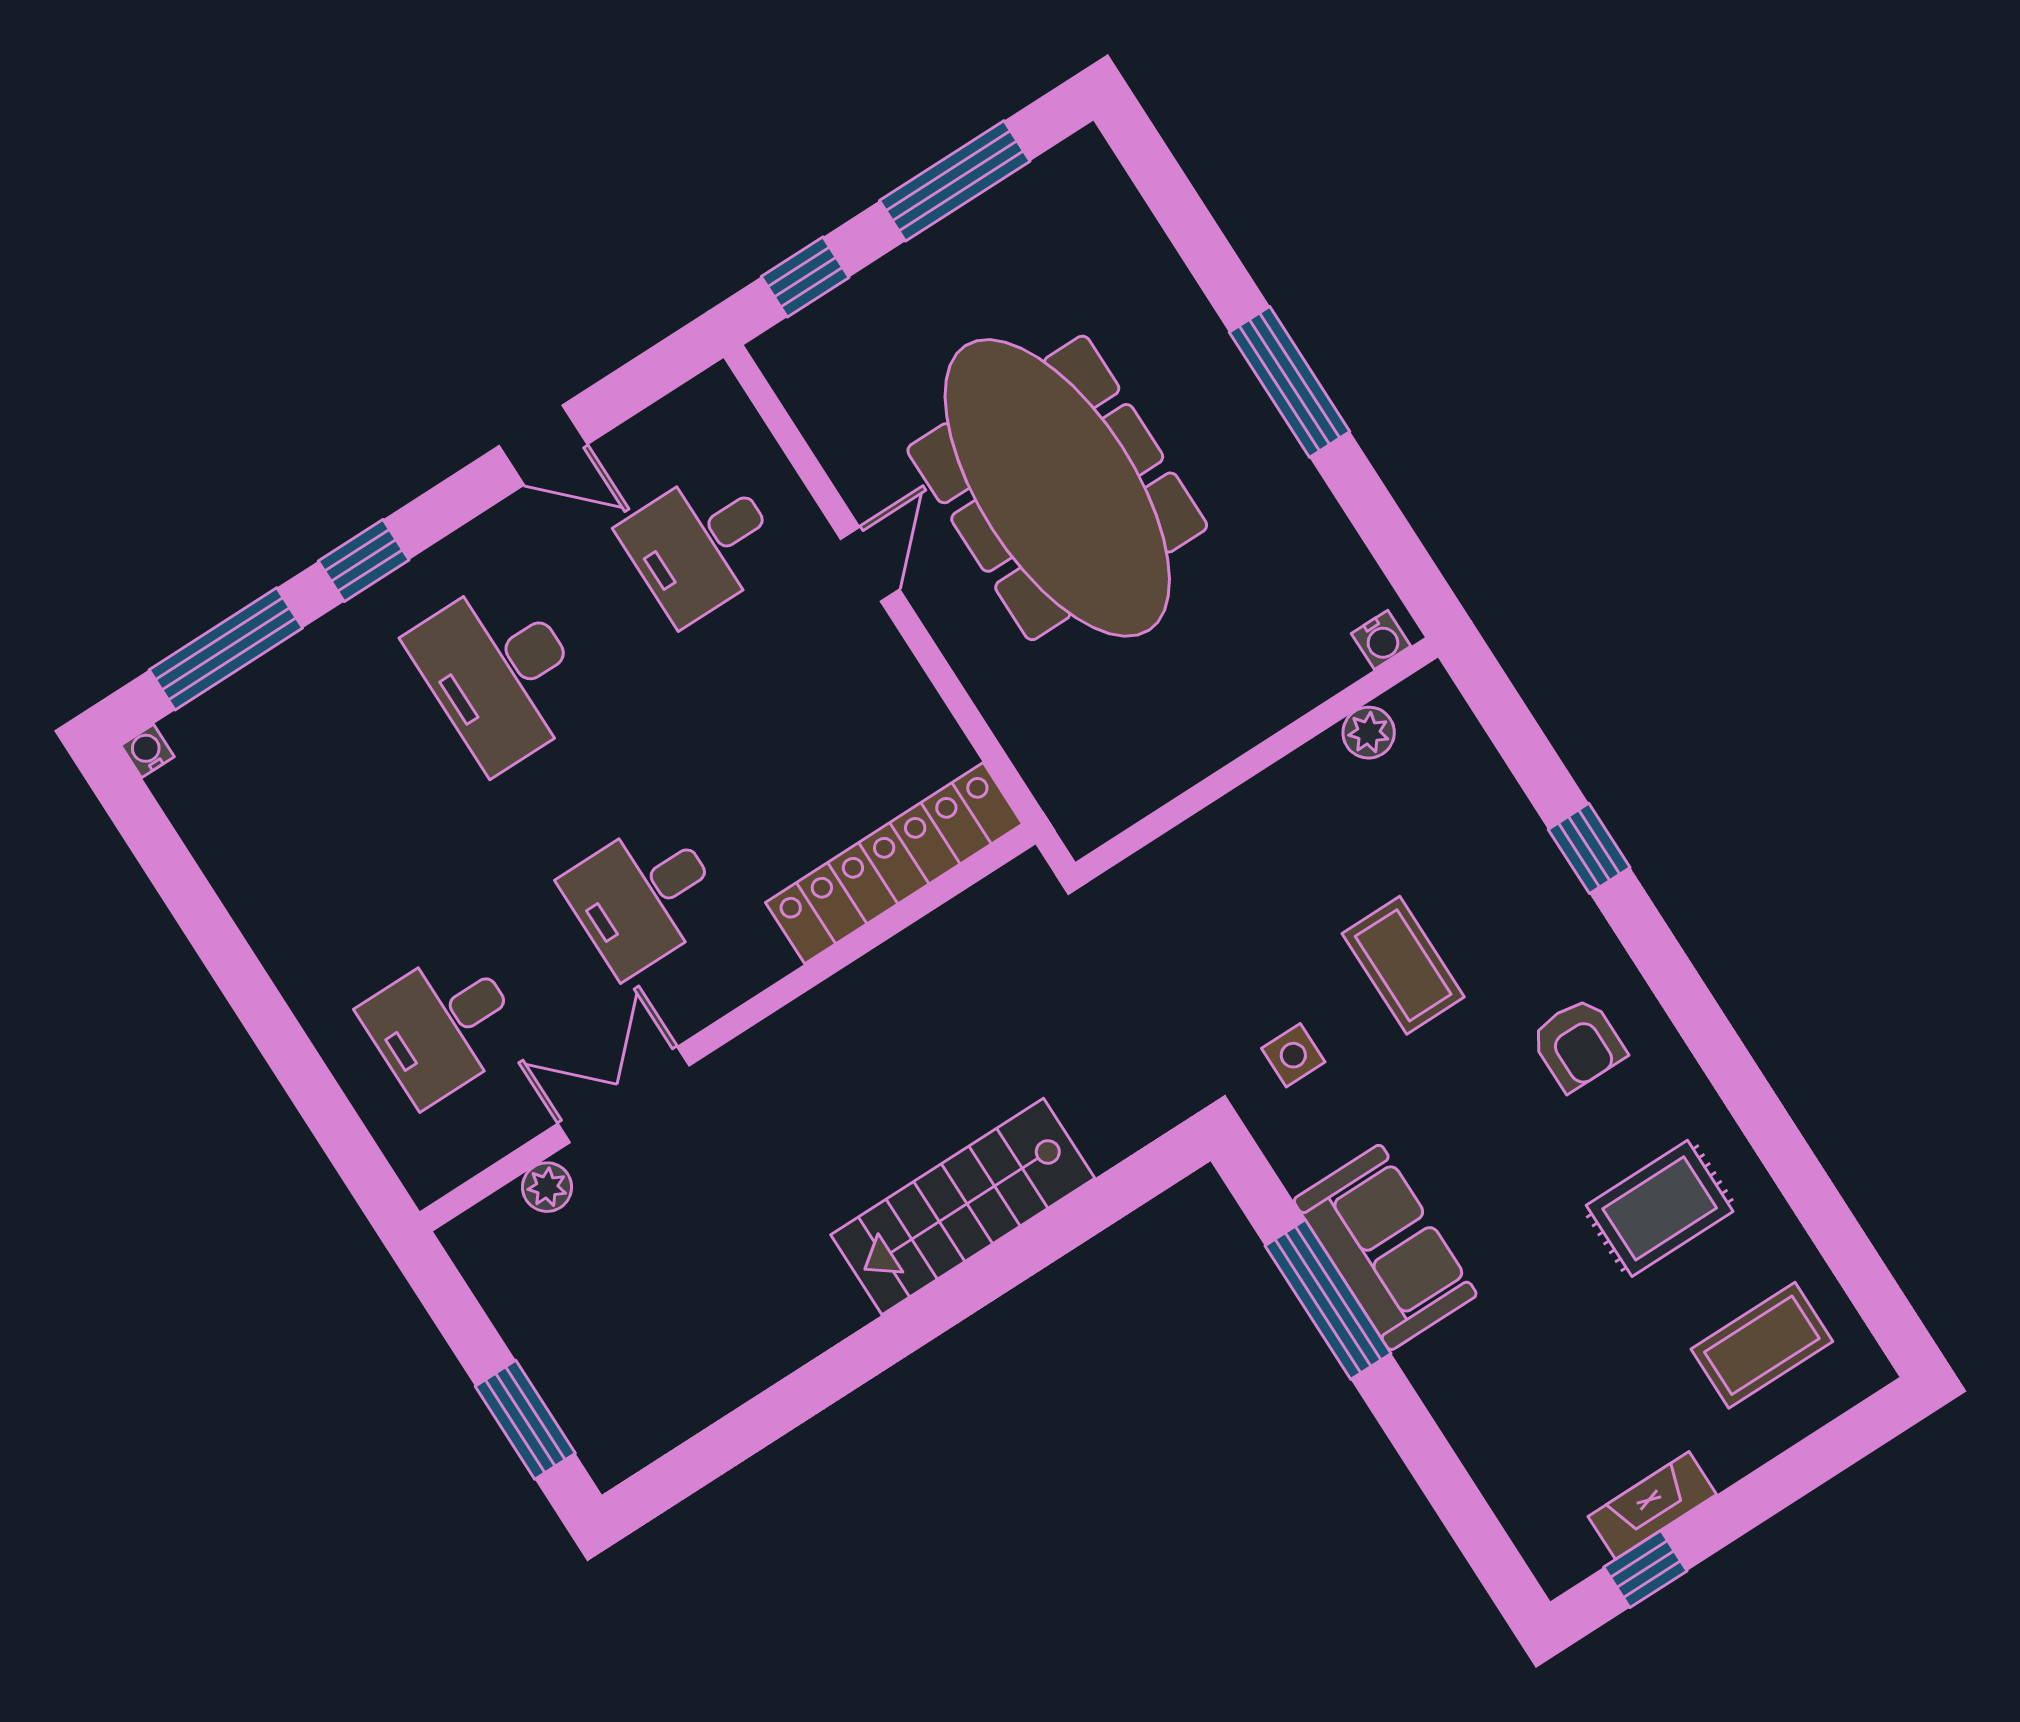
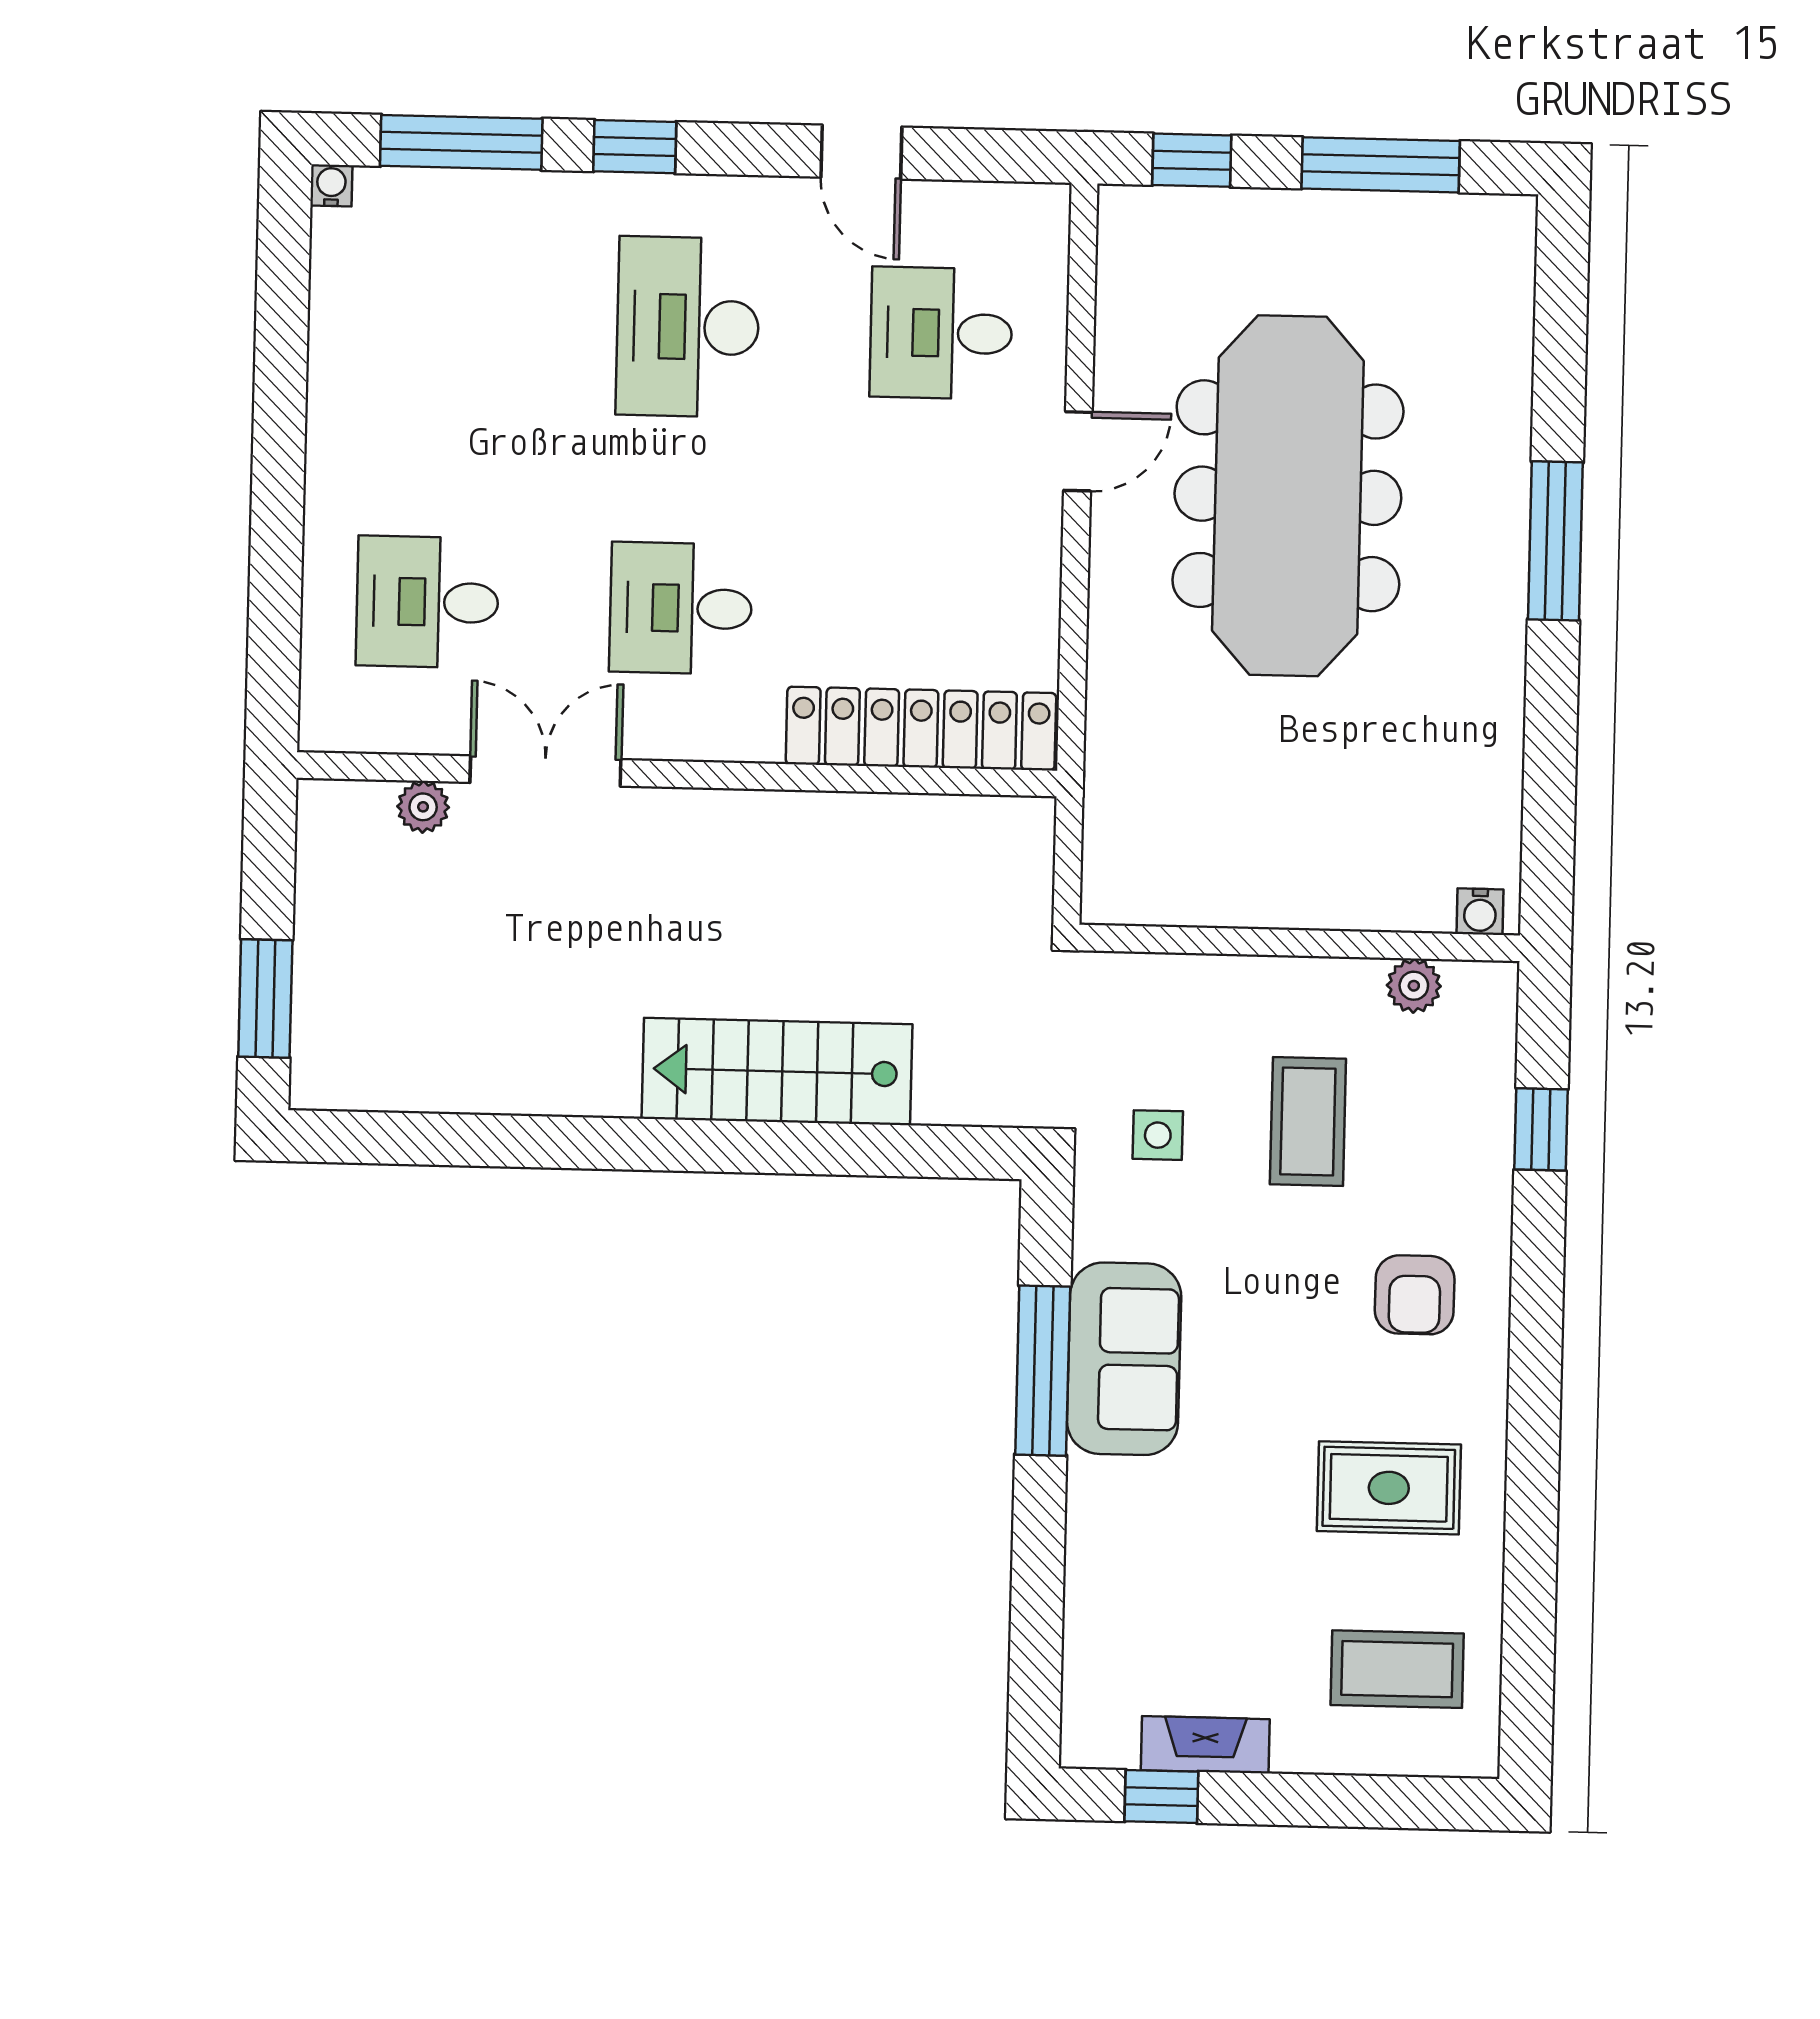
water cooler: (1381, 640) -> (1480, 912), moved
plant: (1369, 733) -> (1414, 986), moved
wall: (1257, 760) -> (1299, 943), moved

